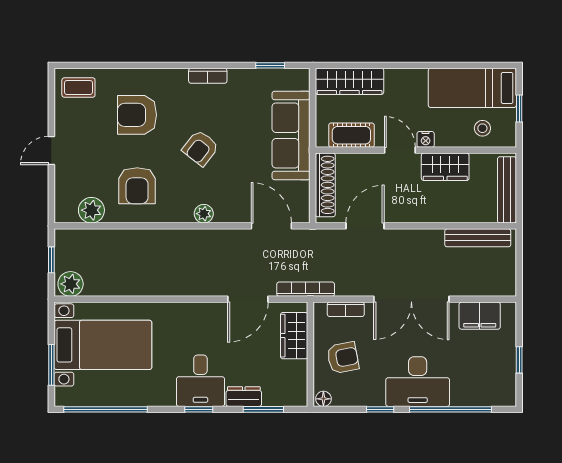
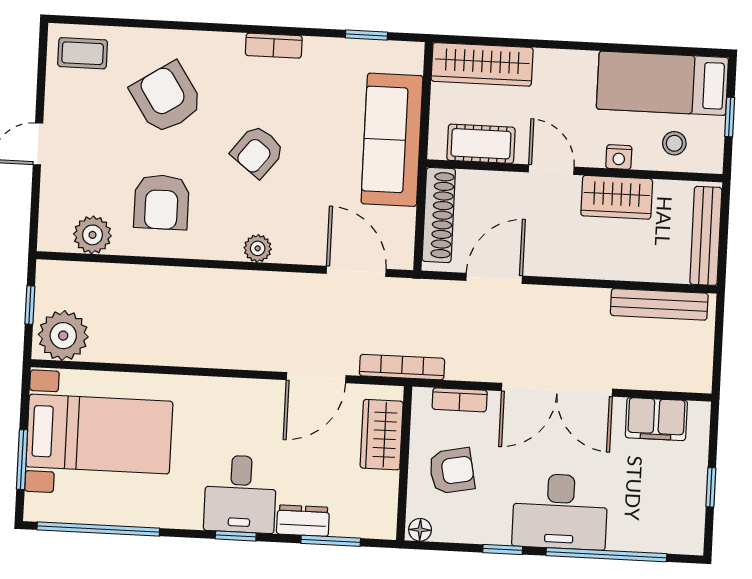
armchair: (137, 115) -> (167, 98), turned 57
nightstand: (426, 139) -> (619, 157), moved
plant: (71, 284) -> (63, 336), width x1.36, depth x1.36

